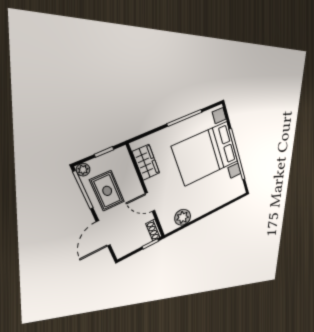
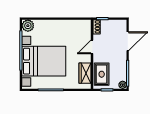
rug: (107, 191) -> (102, 74), moved
door: (150, 202) -> (92, 47), swing flipped
plant: (183, 217) -> (28, 26), moved

